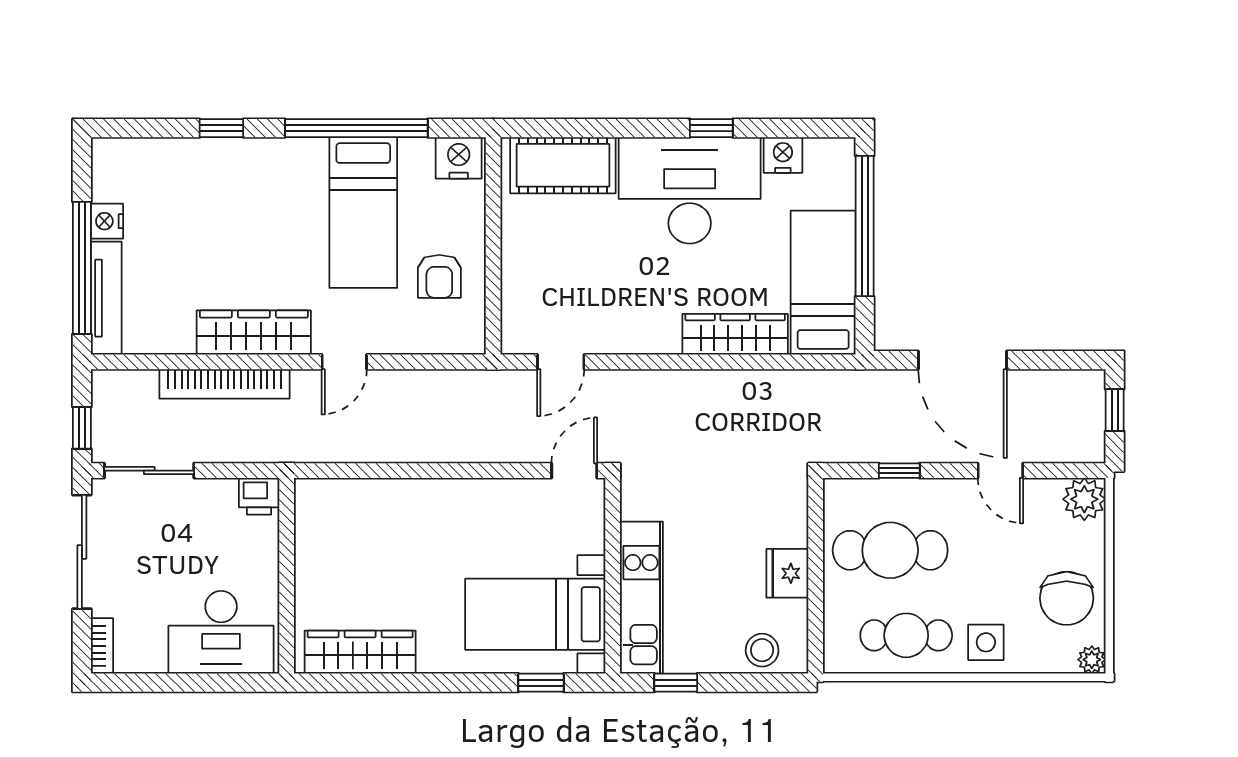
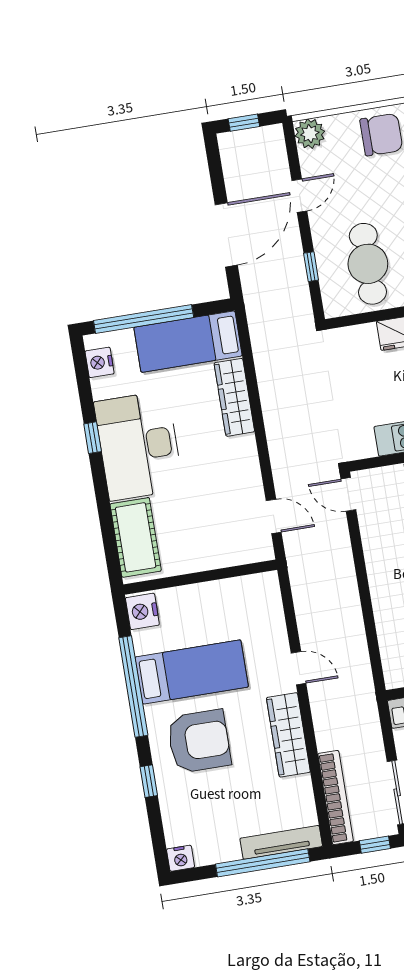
nightstand: (783, 155) -> (100, 362), moved
nightstand: (107, 221) -> (181, 858), moved
armchair: (439, 276) -> (199, 741), moved, width x1.88, depth x1.88
bookcase: (225, 384) -> (336, 798), moved

